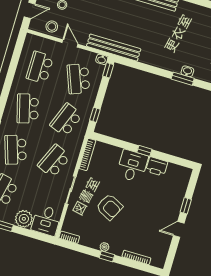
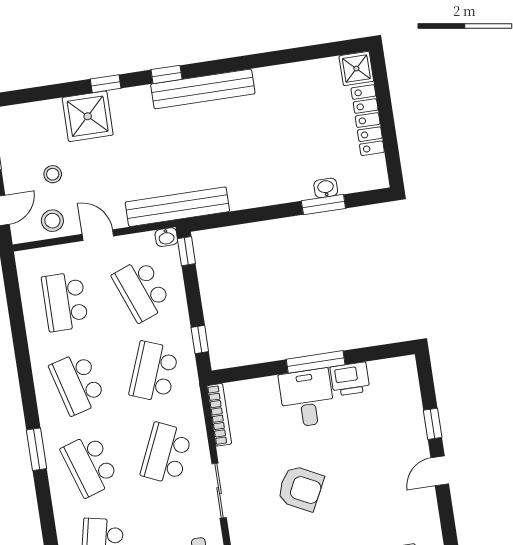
window: (144, 151) -> (316, 362), width x2.17

